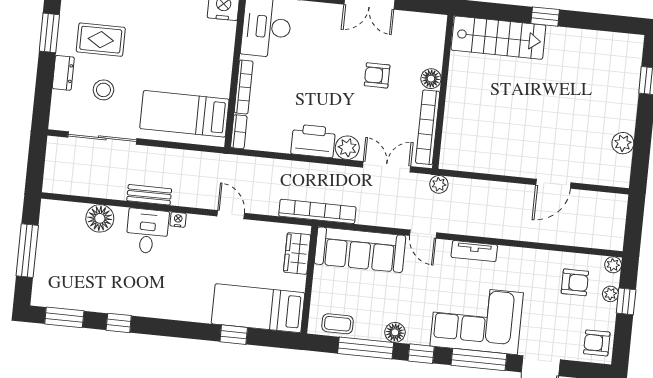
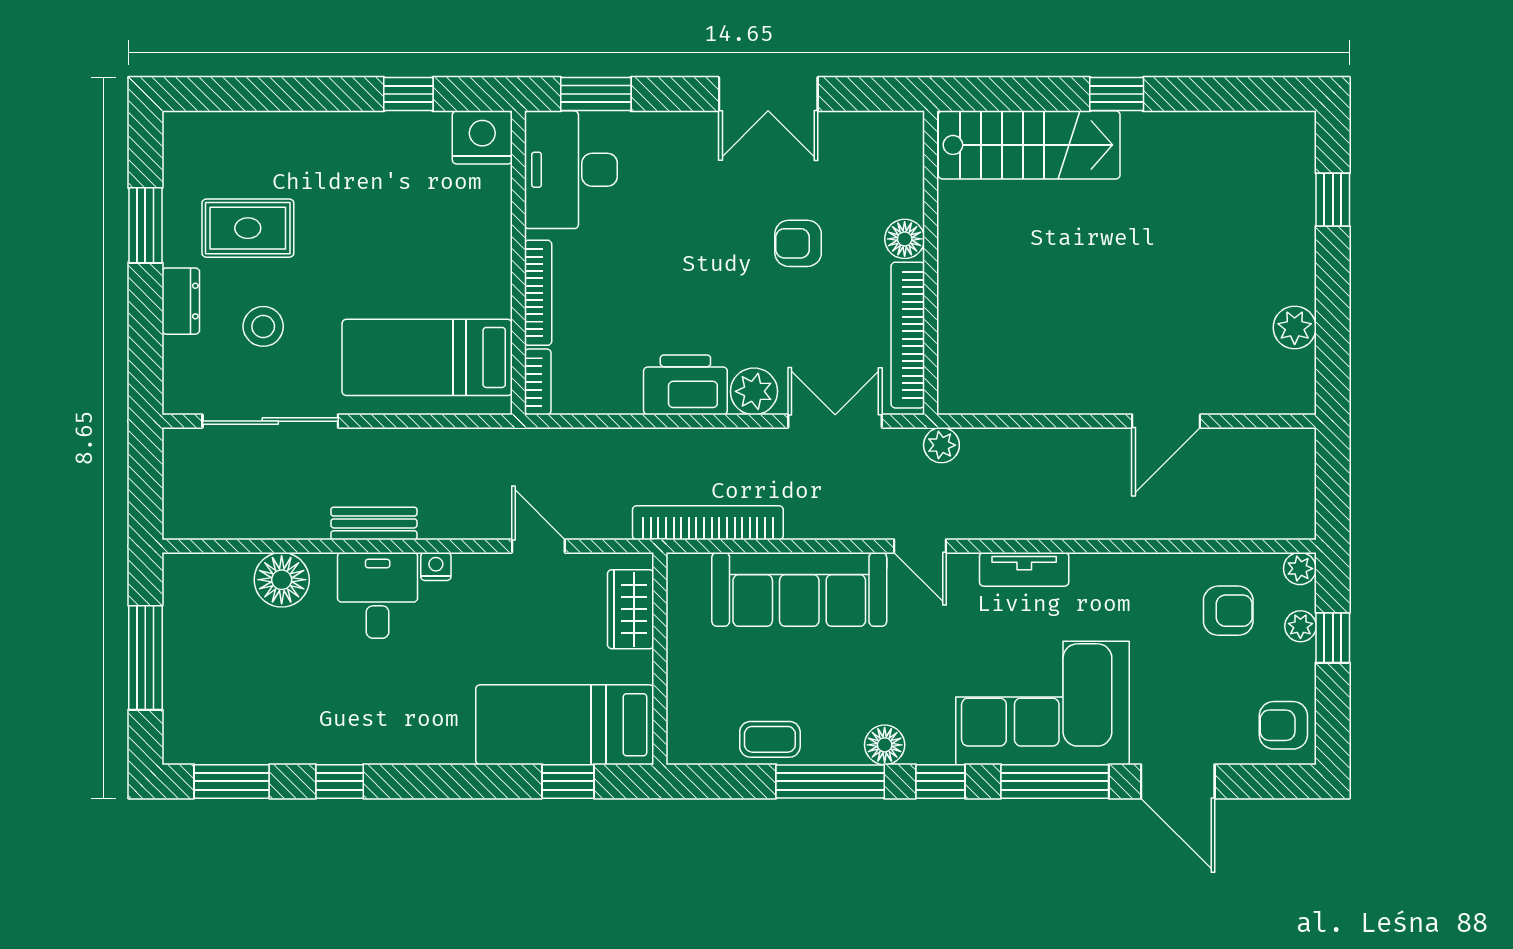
wardrobe: (297, 253) -> (631, 609), moved
wall: (309, 280) -> (660, 659), moved
bed: (258, 308) -> (565, 725), moved

